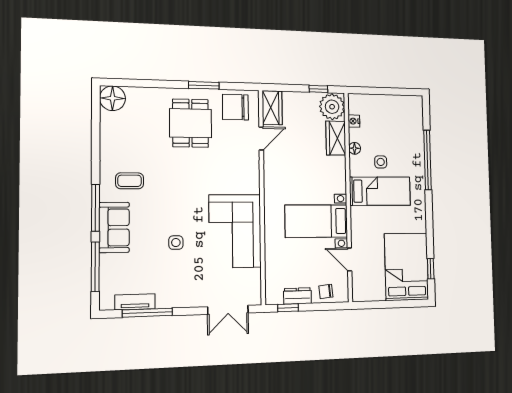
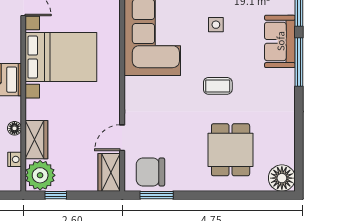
window: (204, 85) -> (157, 195), moved
chair: (235, 107) -> (150, 172), turned 180
dining table: (191, 123) -> (231, 150), moved
coffee table: (130, 181) -> (218, 86), moved
bed with nightstands: (316, 221) -> (61, 57), width x1.36

